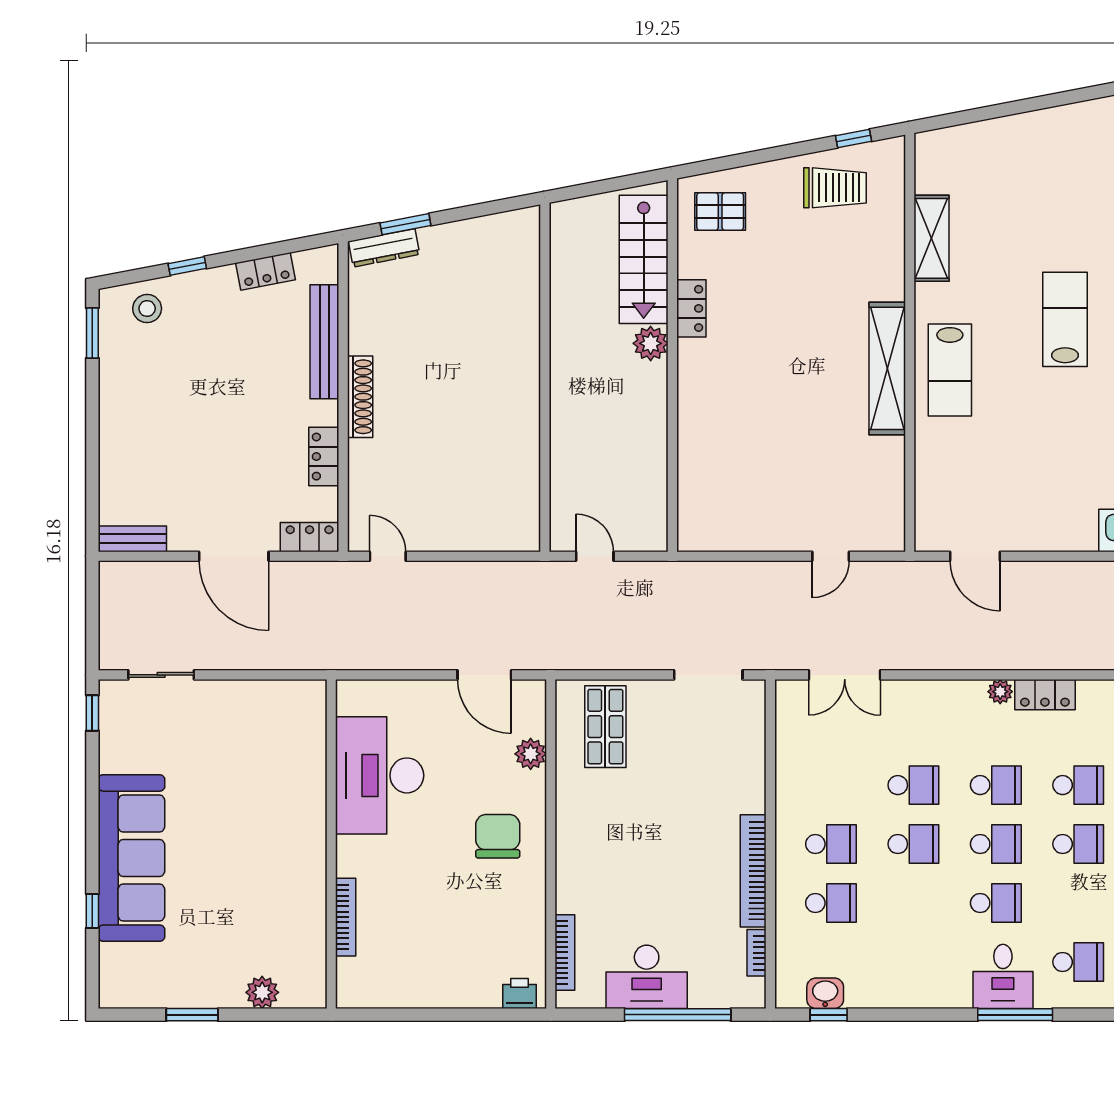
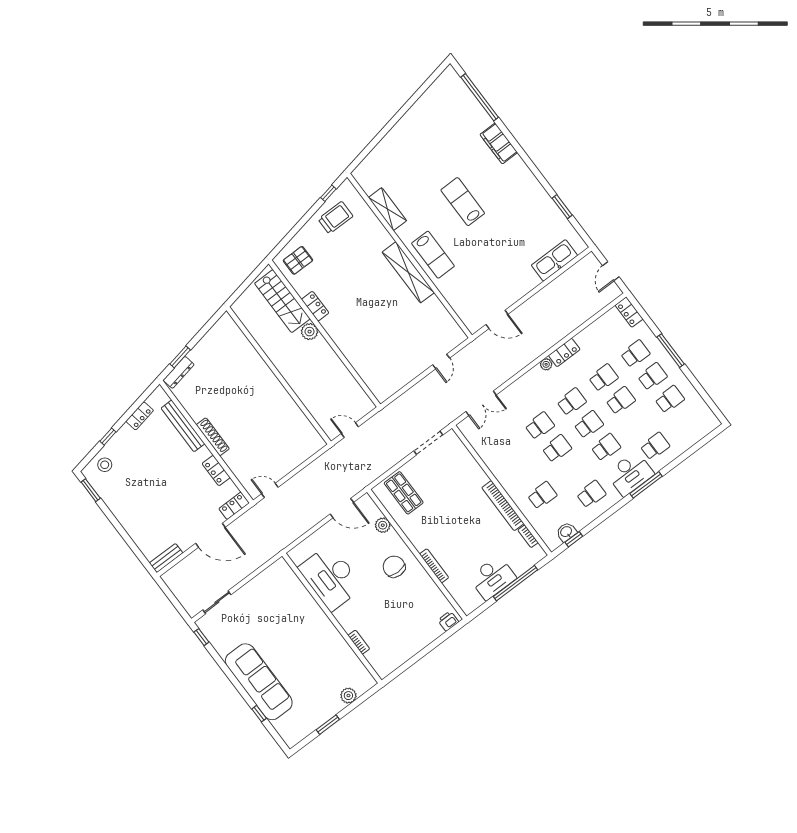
school desk: (831, 844) -> (591, 494), moved
bookcase: (346, 917) -> (359, 642), width x0.64
bookcase: (565, 952) -> (434, 566), moved
desk: (1003, 976) -> (630, 474), width x1.37

